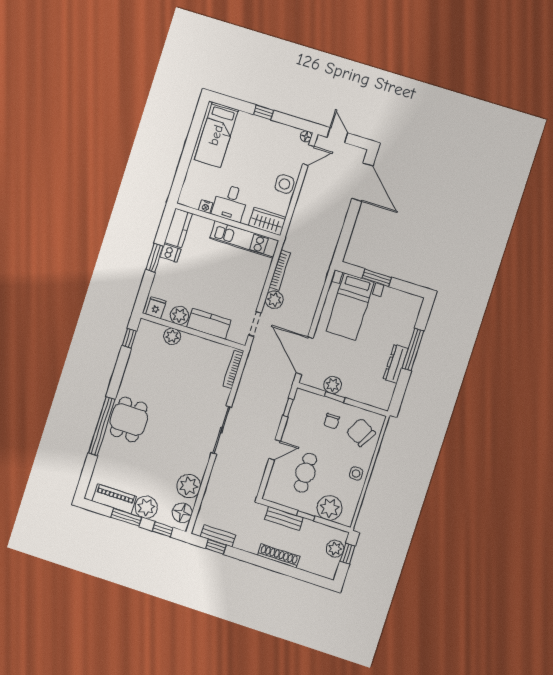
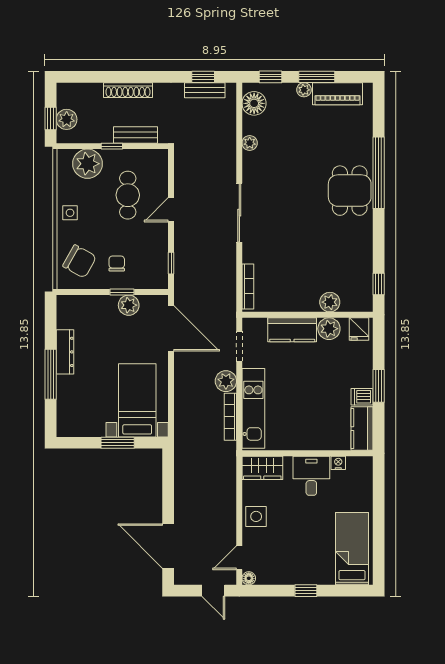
kitchen unit: (244, 239) -> (253, 408), moved, turned 90
plant: (189, 486) -> (250, 143), width x0.53, depth x0.53
plant: (146, 507) -> (304, 90), width x0.53, depth x0.53

